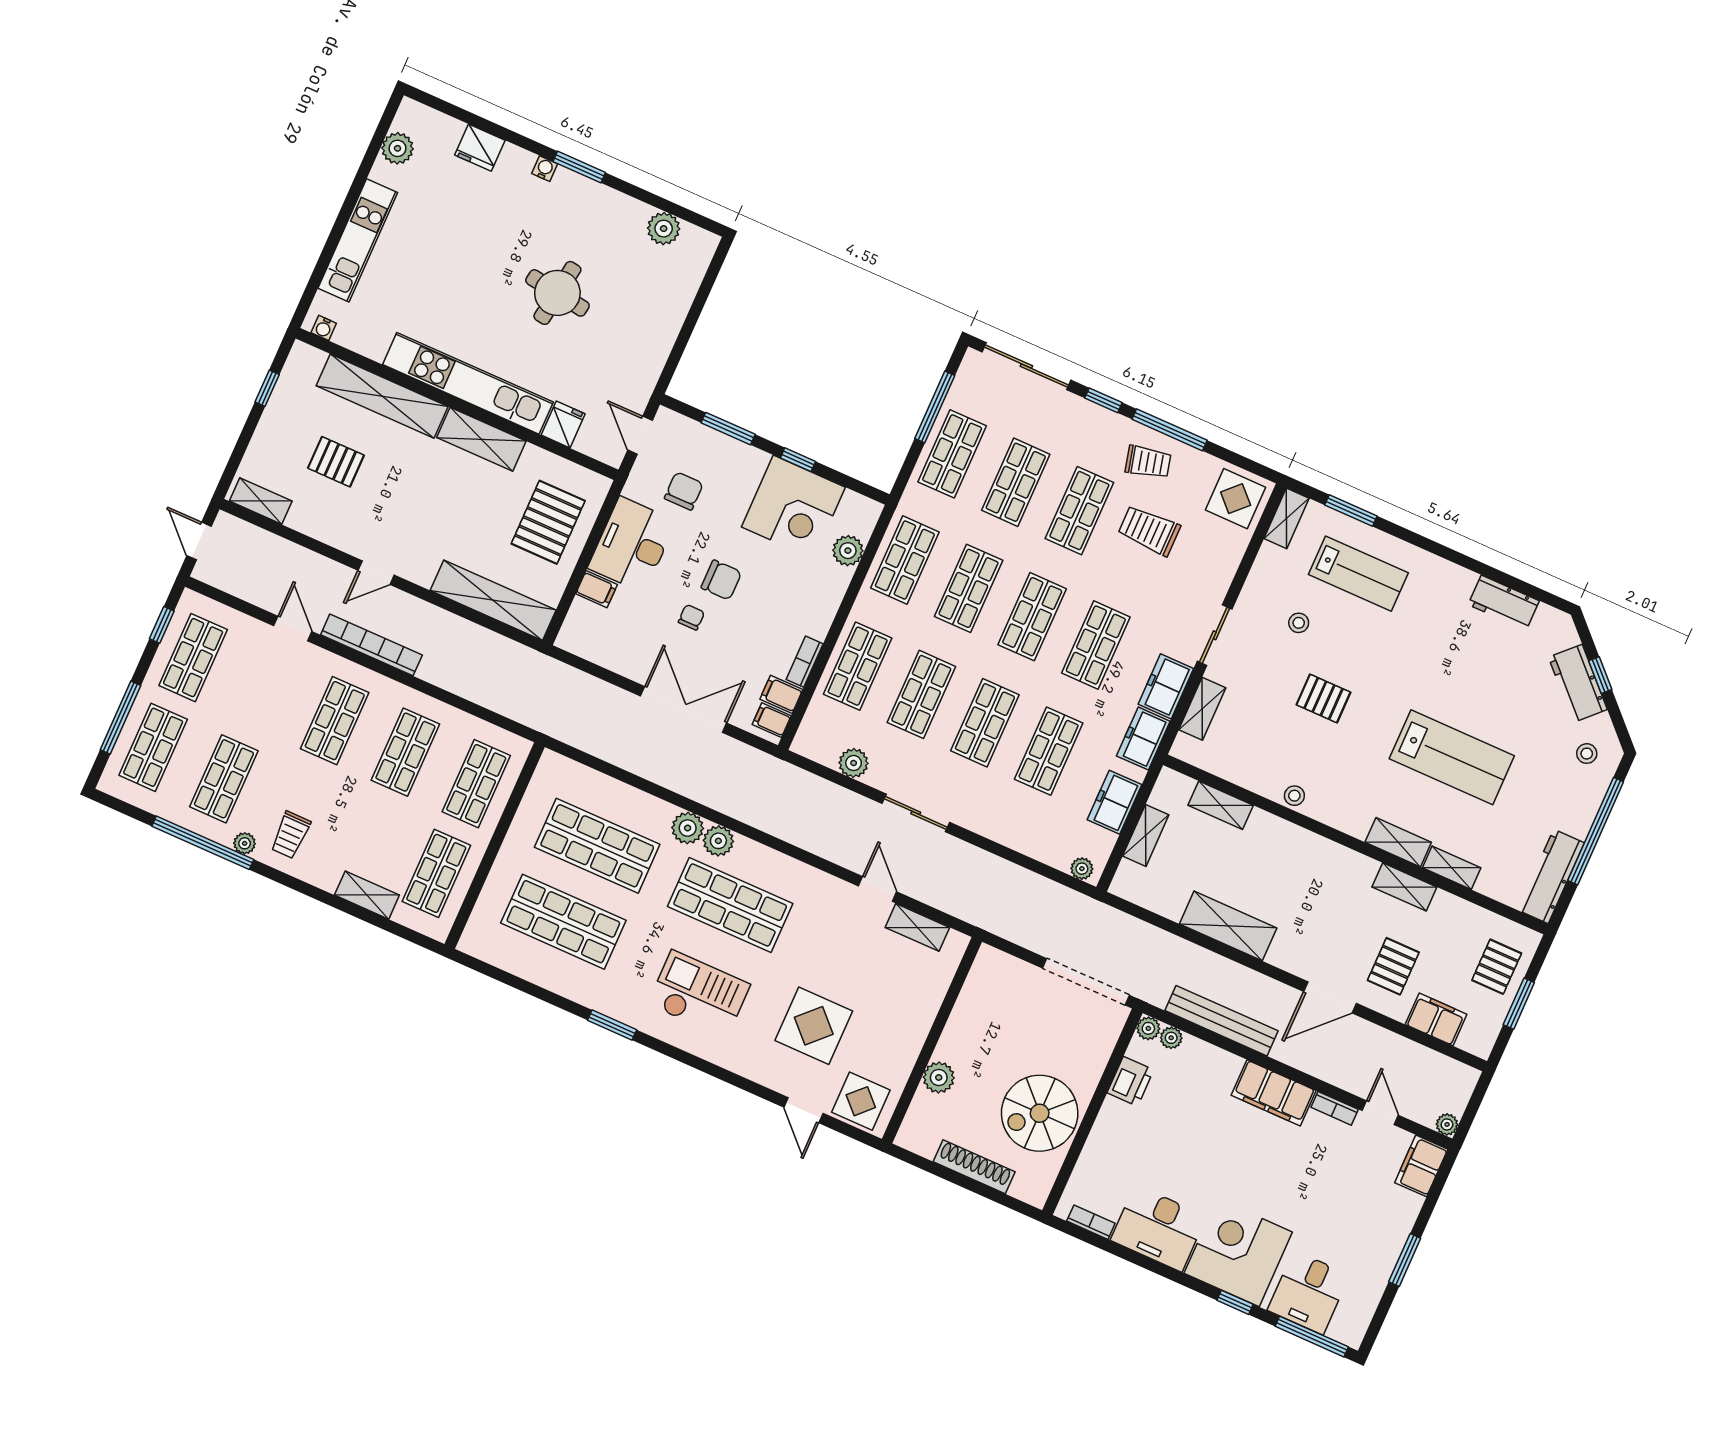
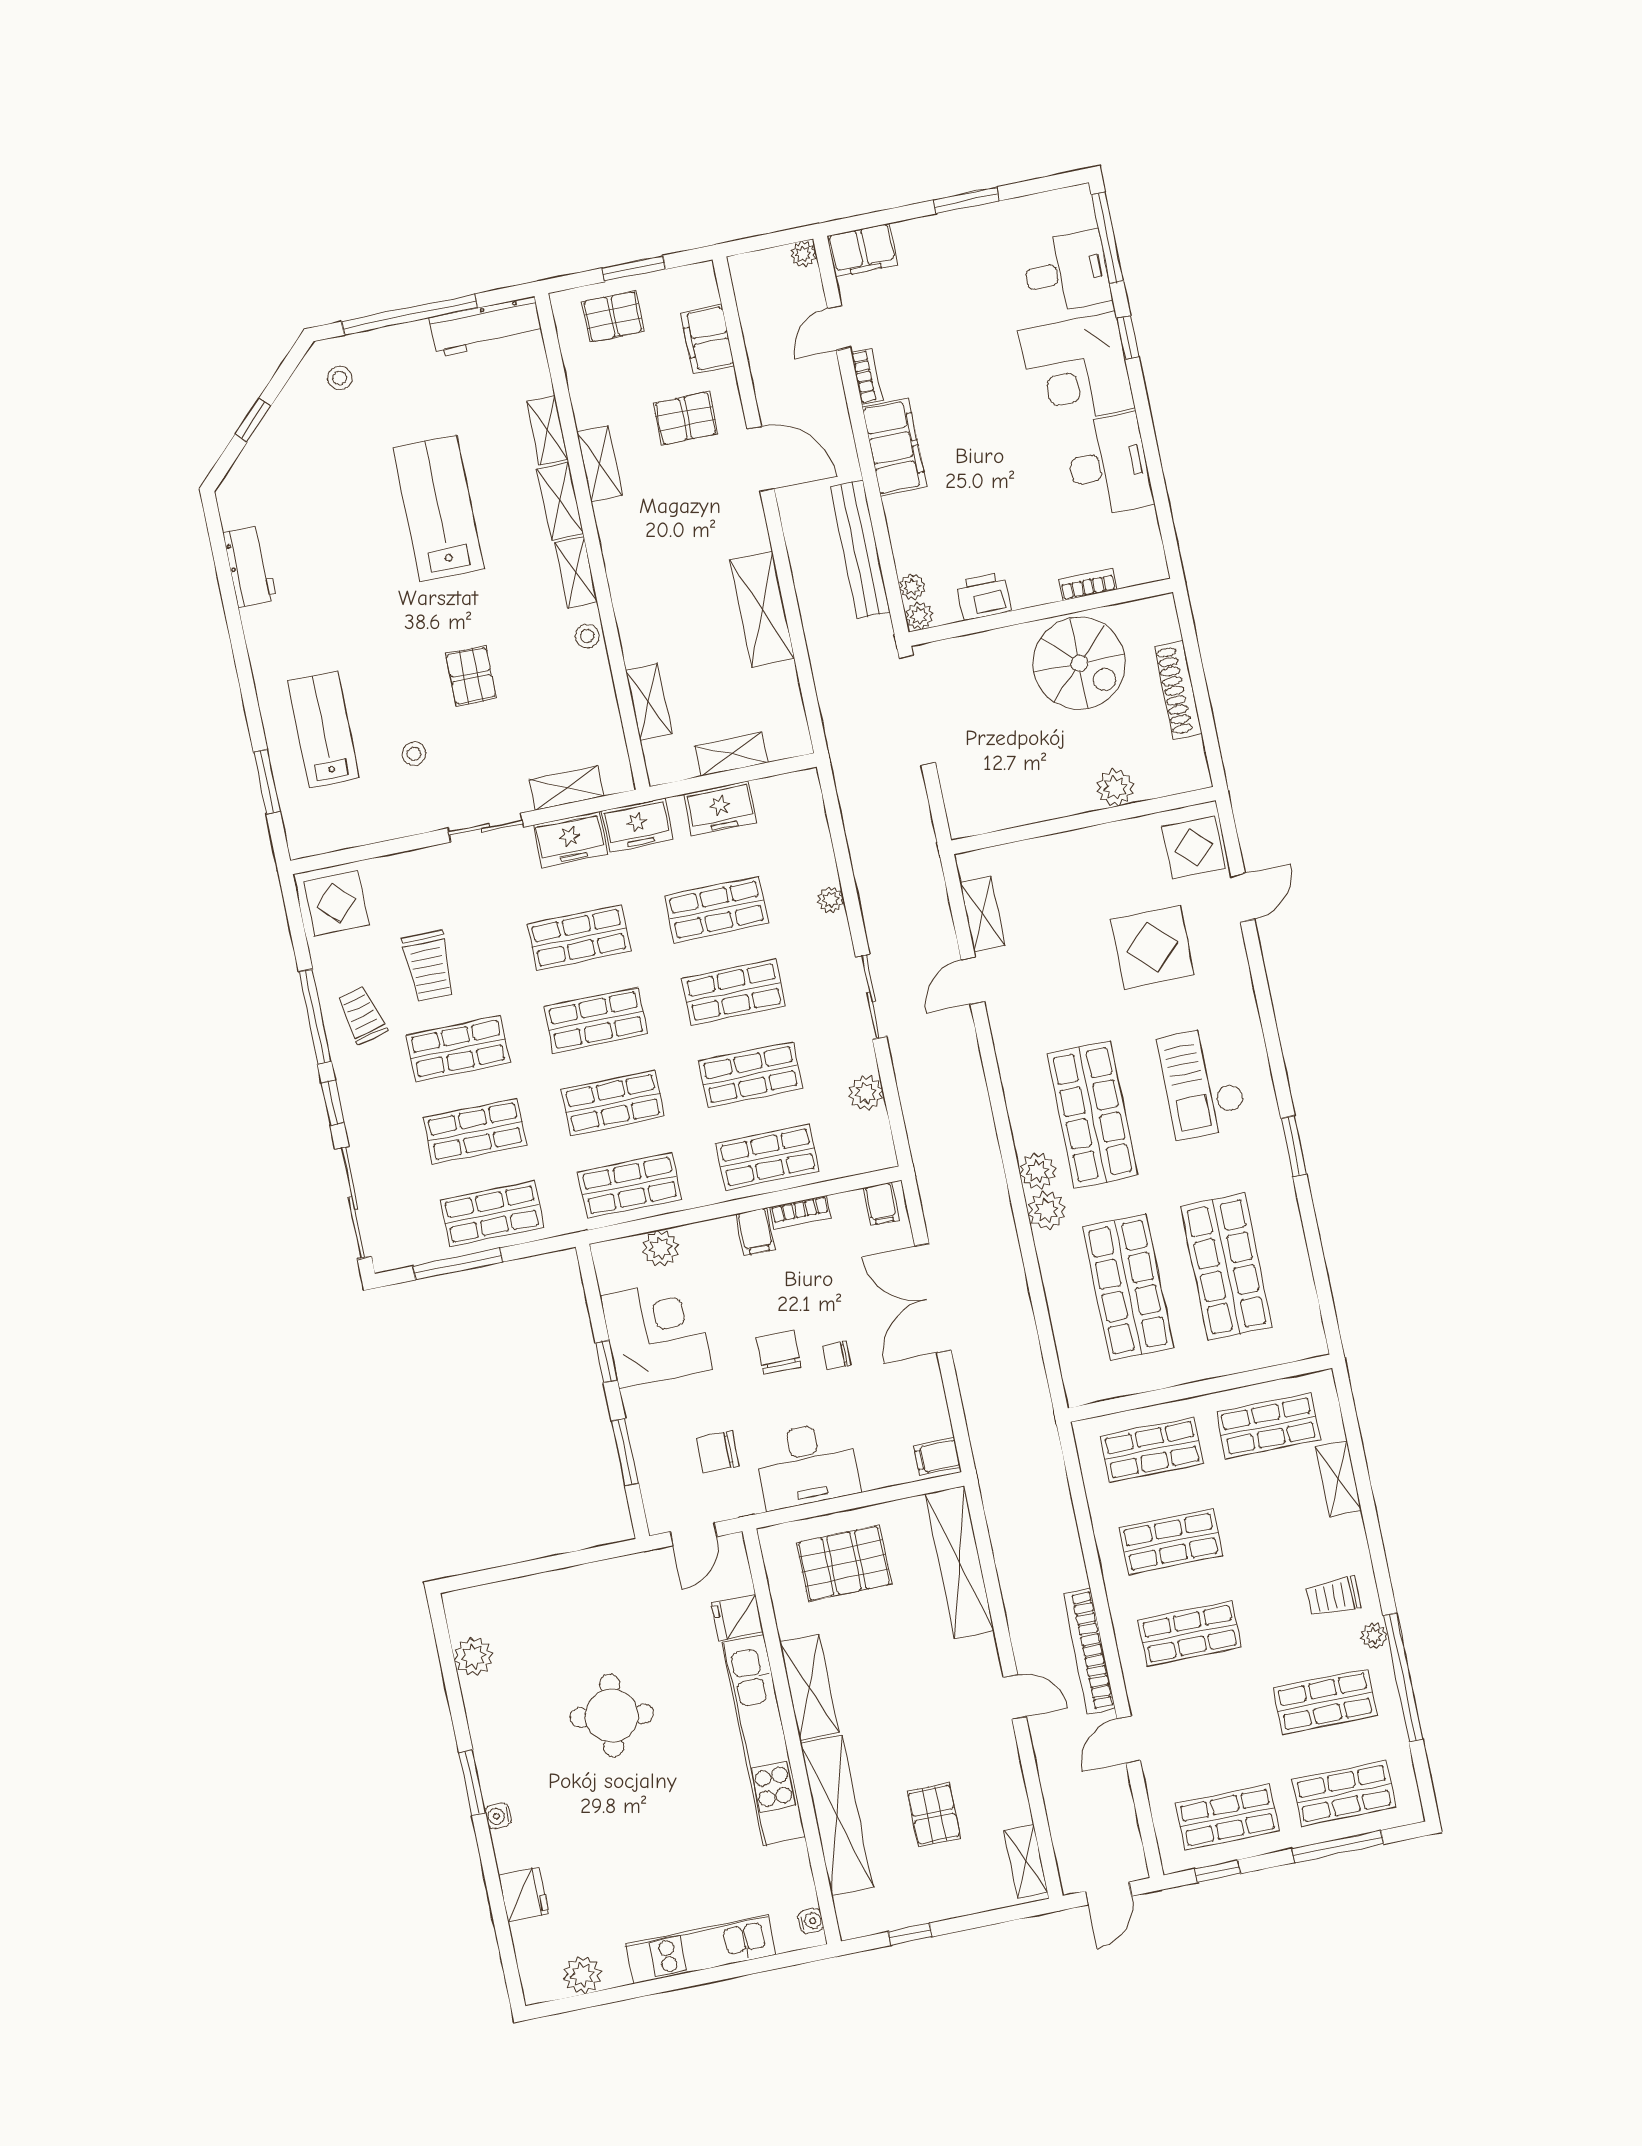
shelving: (1286, 518) -> (576, 572), moved, turned 90
filing cabinet: (596, 589) -> (937, 1456), moved, turned -90
workbench: (1578, 683) -> (277, 436), removed
filing cabinet: (781, 694) -> (756, 1232), moved
trolley: (290, 835) -> (1333, 1597), turned 180
plant: (1082, 869) -> (831, 900), moved
bookcase: (1091, 1222) -> (1088, 584), moved, turned 90

